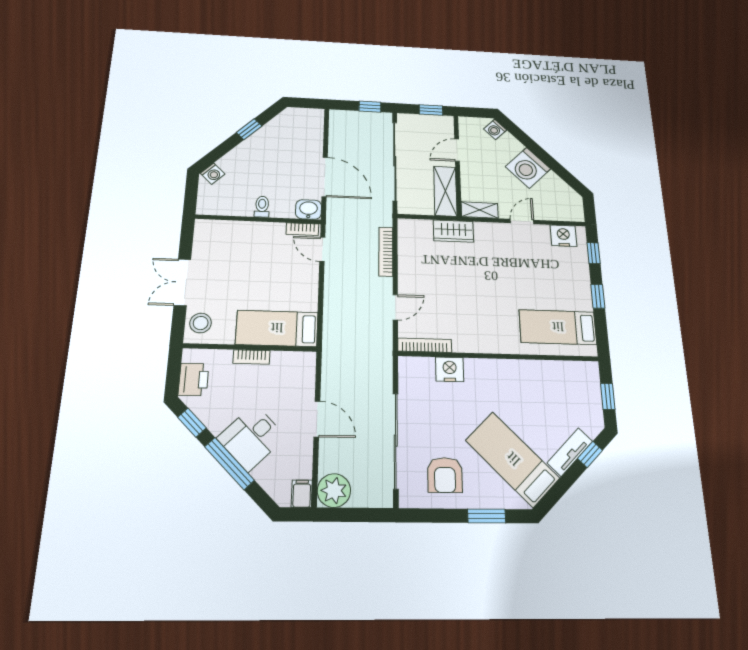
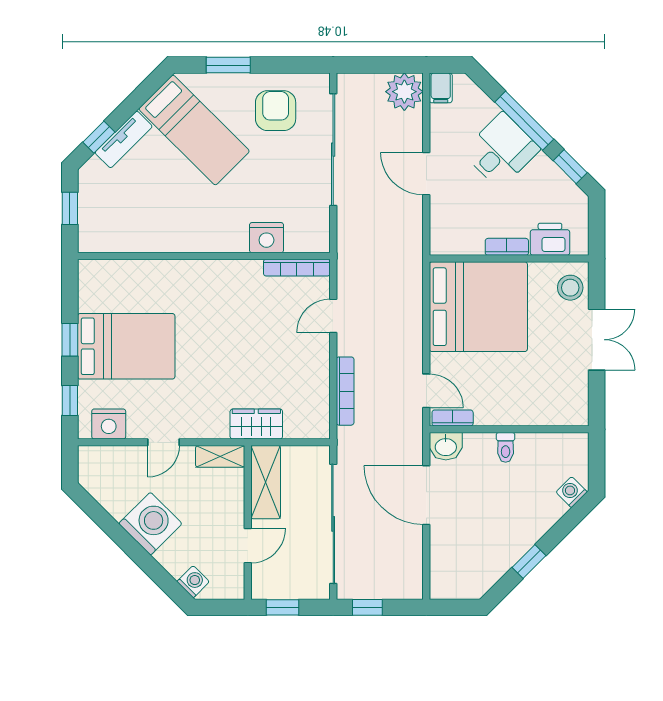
bed: (558, 327) -> (126, 346), moved, width x1.50
bed: (277, 328) -> (478, 307), width x2.04
printer: (194, 379) -> (550, 239), moved, turned 90

